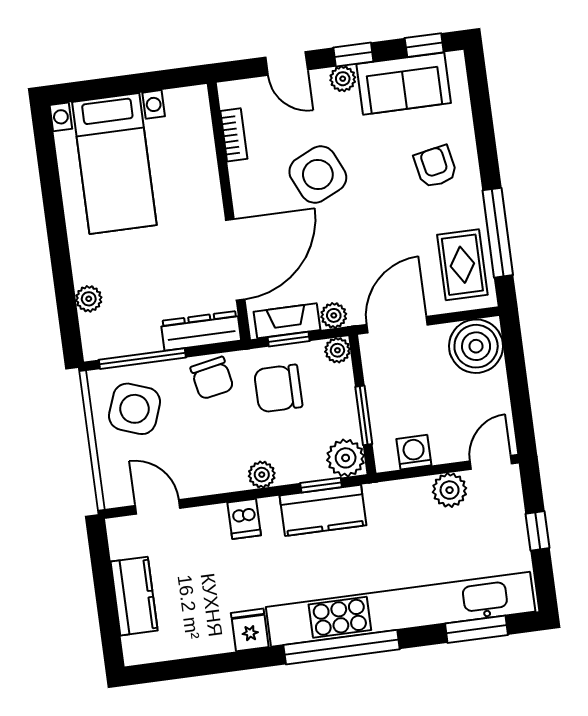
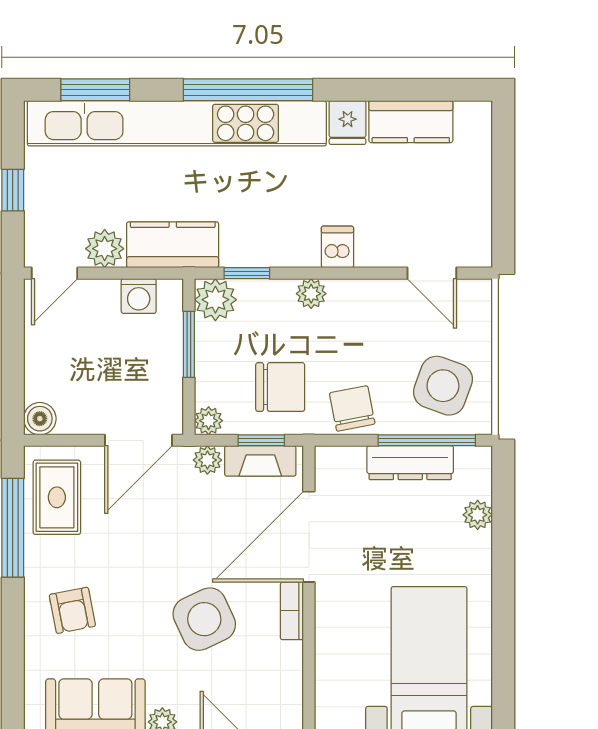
bookcase: (234, 135) -> (292, 611), moved
dresser: (201, 331) -> (410, 463), moved
boiler: (476, 346) -> (40, 419), width x0.54, depth x0.54
kitchen counter: (323, 510) -> (173, 245), moved
kitchen counter: (134, 596) -> (411, 122), moved, turned -90

